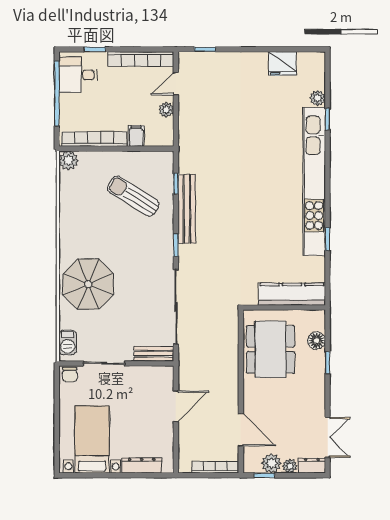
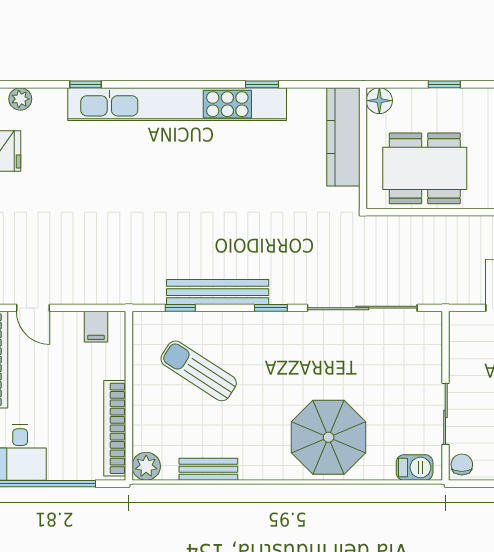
plant: (318, 98) -> (20, 99), moved
plant: (166, 110) -> (71, 322), removed
filing cabinet: (136, 136) -> (96, 327), moved, turned -90
sun lounger: (133, 196) -> (199, 371), turned 91
floor lamp: (316, 341) -> (379, 101), moved
bench: (154, 354) -> (208, 469), moved, turned 90
chair: (70, 375) -> (462, 465), turned -90

